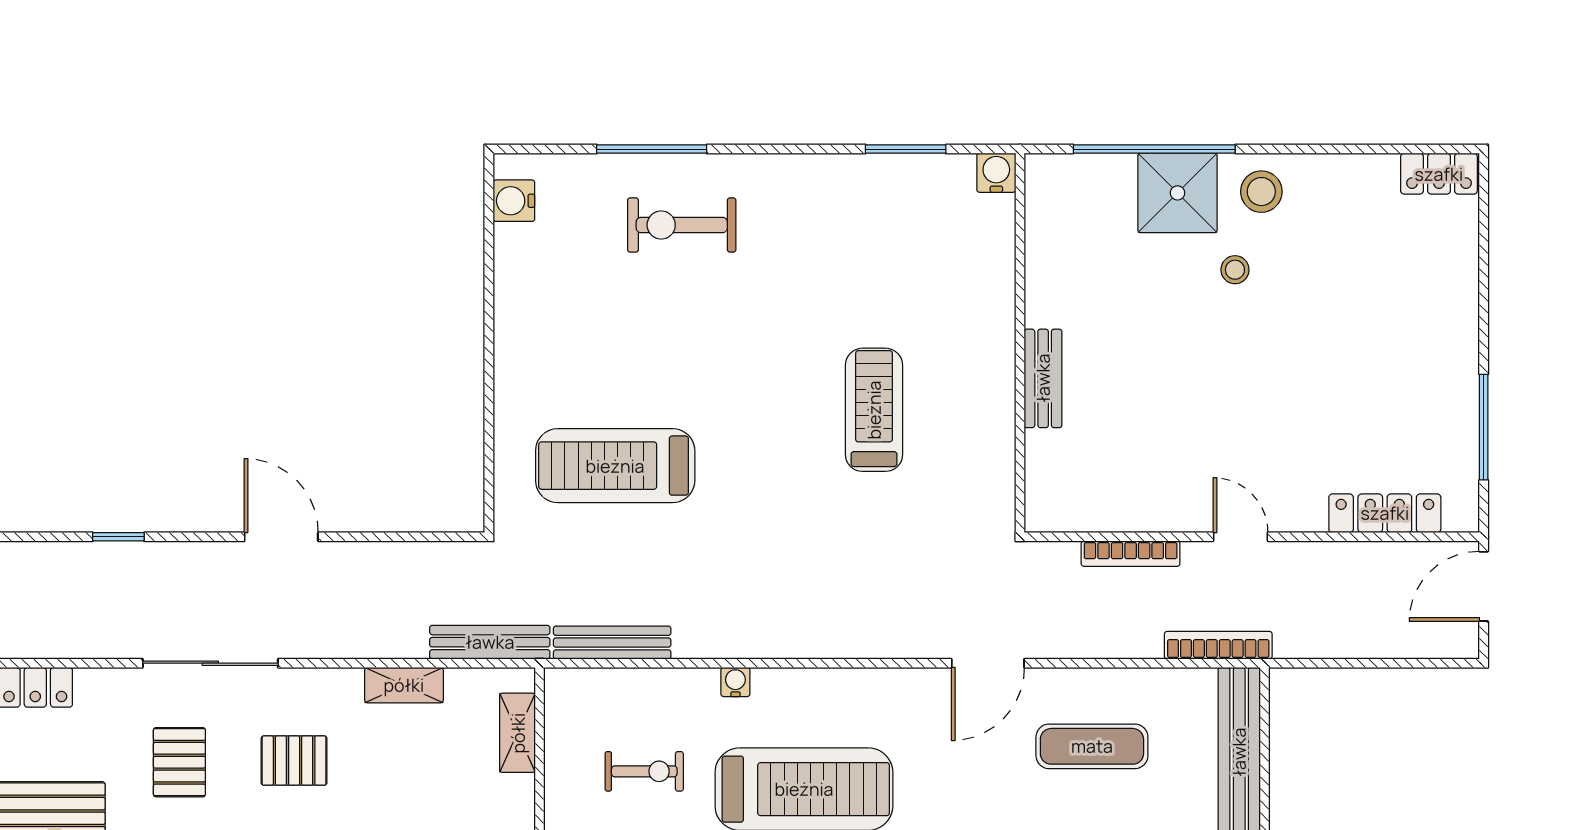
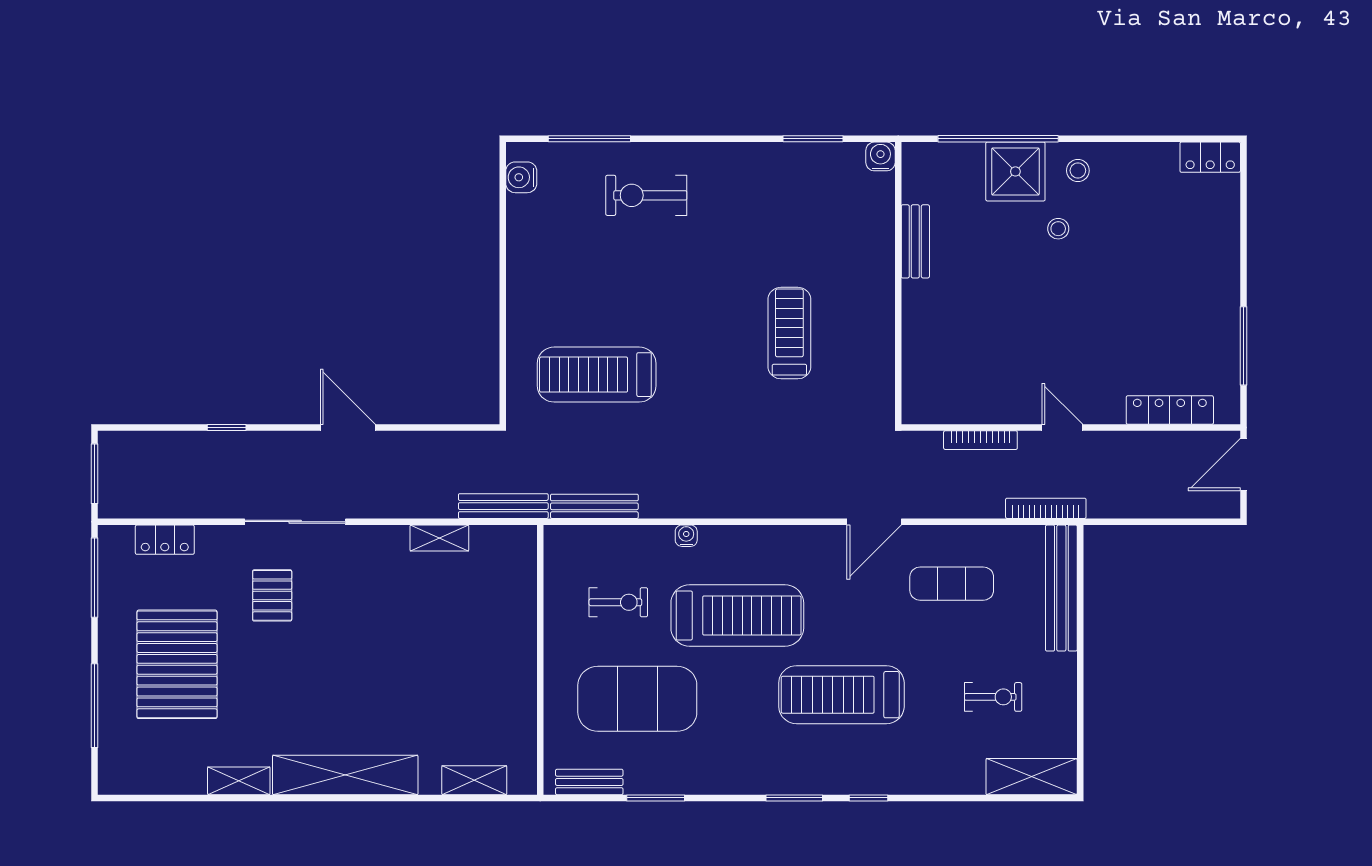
window: (652, 149) -> (589, 139), moved
stool: (1261, 192) -> (1078, 171), width x0.73, depth x0.73
bench: (1043, 378) -> (915, 241), moved
shelving: (518, 733) -> (524, 574), removed
pallet: (294, 761) -> (357, 594), removed

